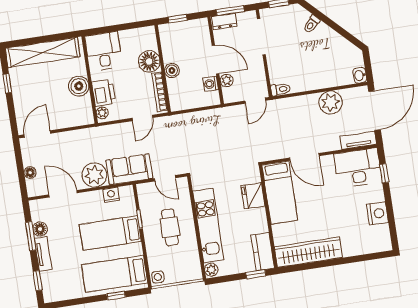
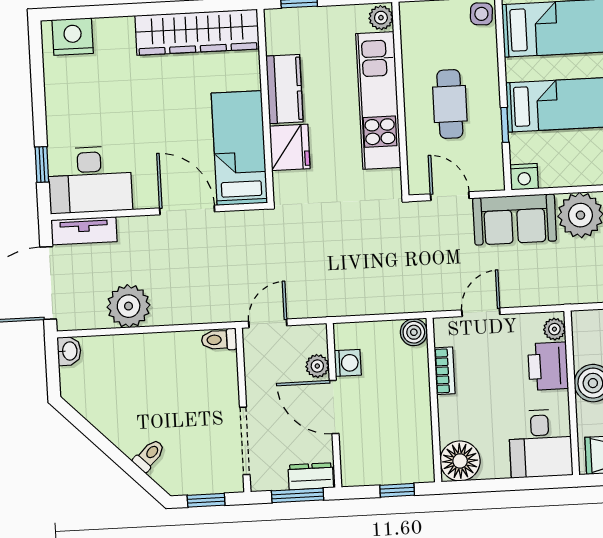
floor lamp: (149, 61) -> (460, 461), moved
boiler: (172, 70) -> (414, 332), moved
bookcase: (160, 92) -> (445, 371), width x0.64
nightstand: (111, 195) -> (524, 177), moved
nightstand: (378, 213) -> (73, 37), moved, turned 90
kitchen counter: (263, 252) -> (284, 89), moved

